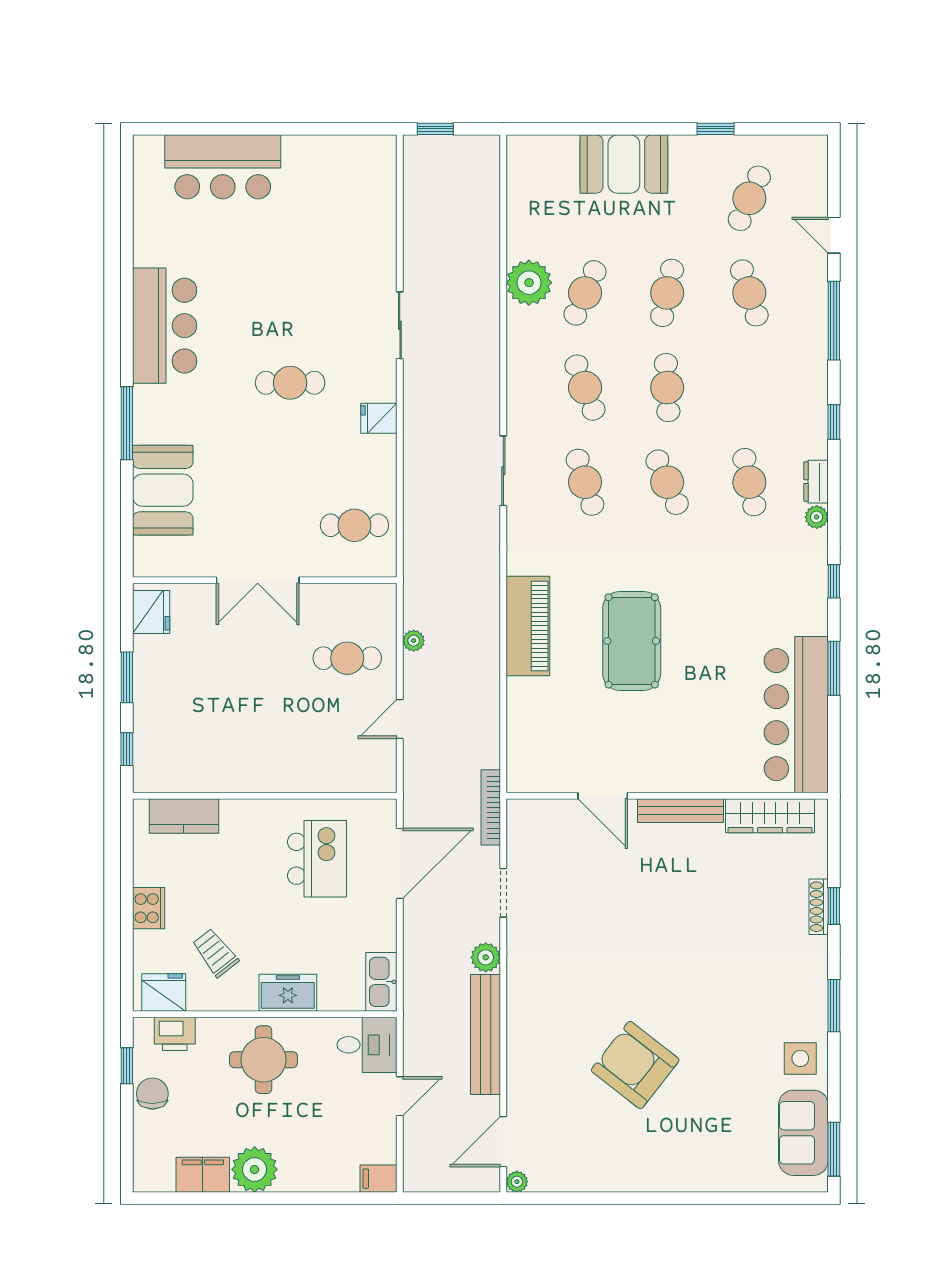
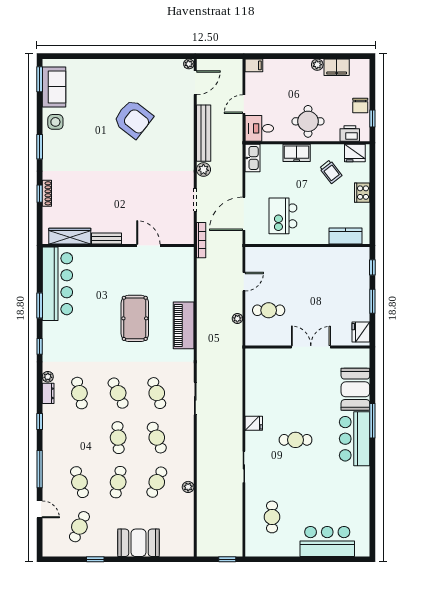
plant: (529, 283) -> (188, 487), width x0.53, depth x0.53
bar counter: (165, 326) -> (355, 439), moved
cafe table: (354, 525) -> (272, 517), moved, turned 90
bench: (680, 811) -> (106, 239), width x0.73
plant: (255, 1169) -> (317, 65), width x0.53, depth x0.53

